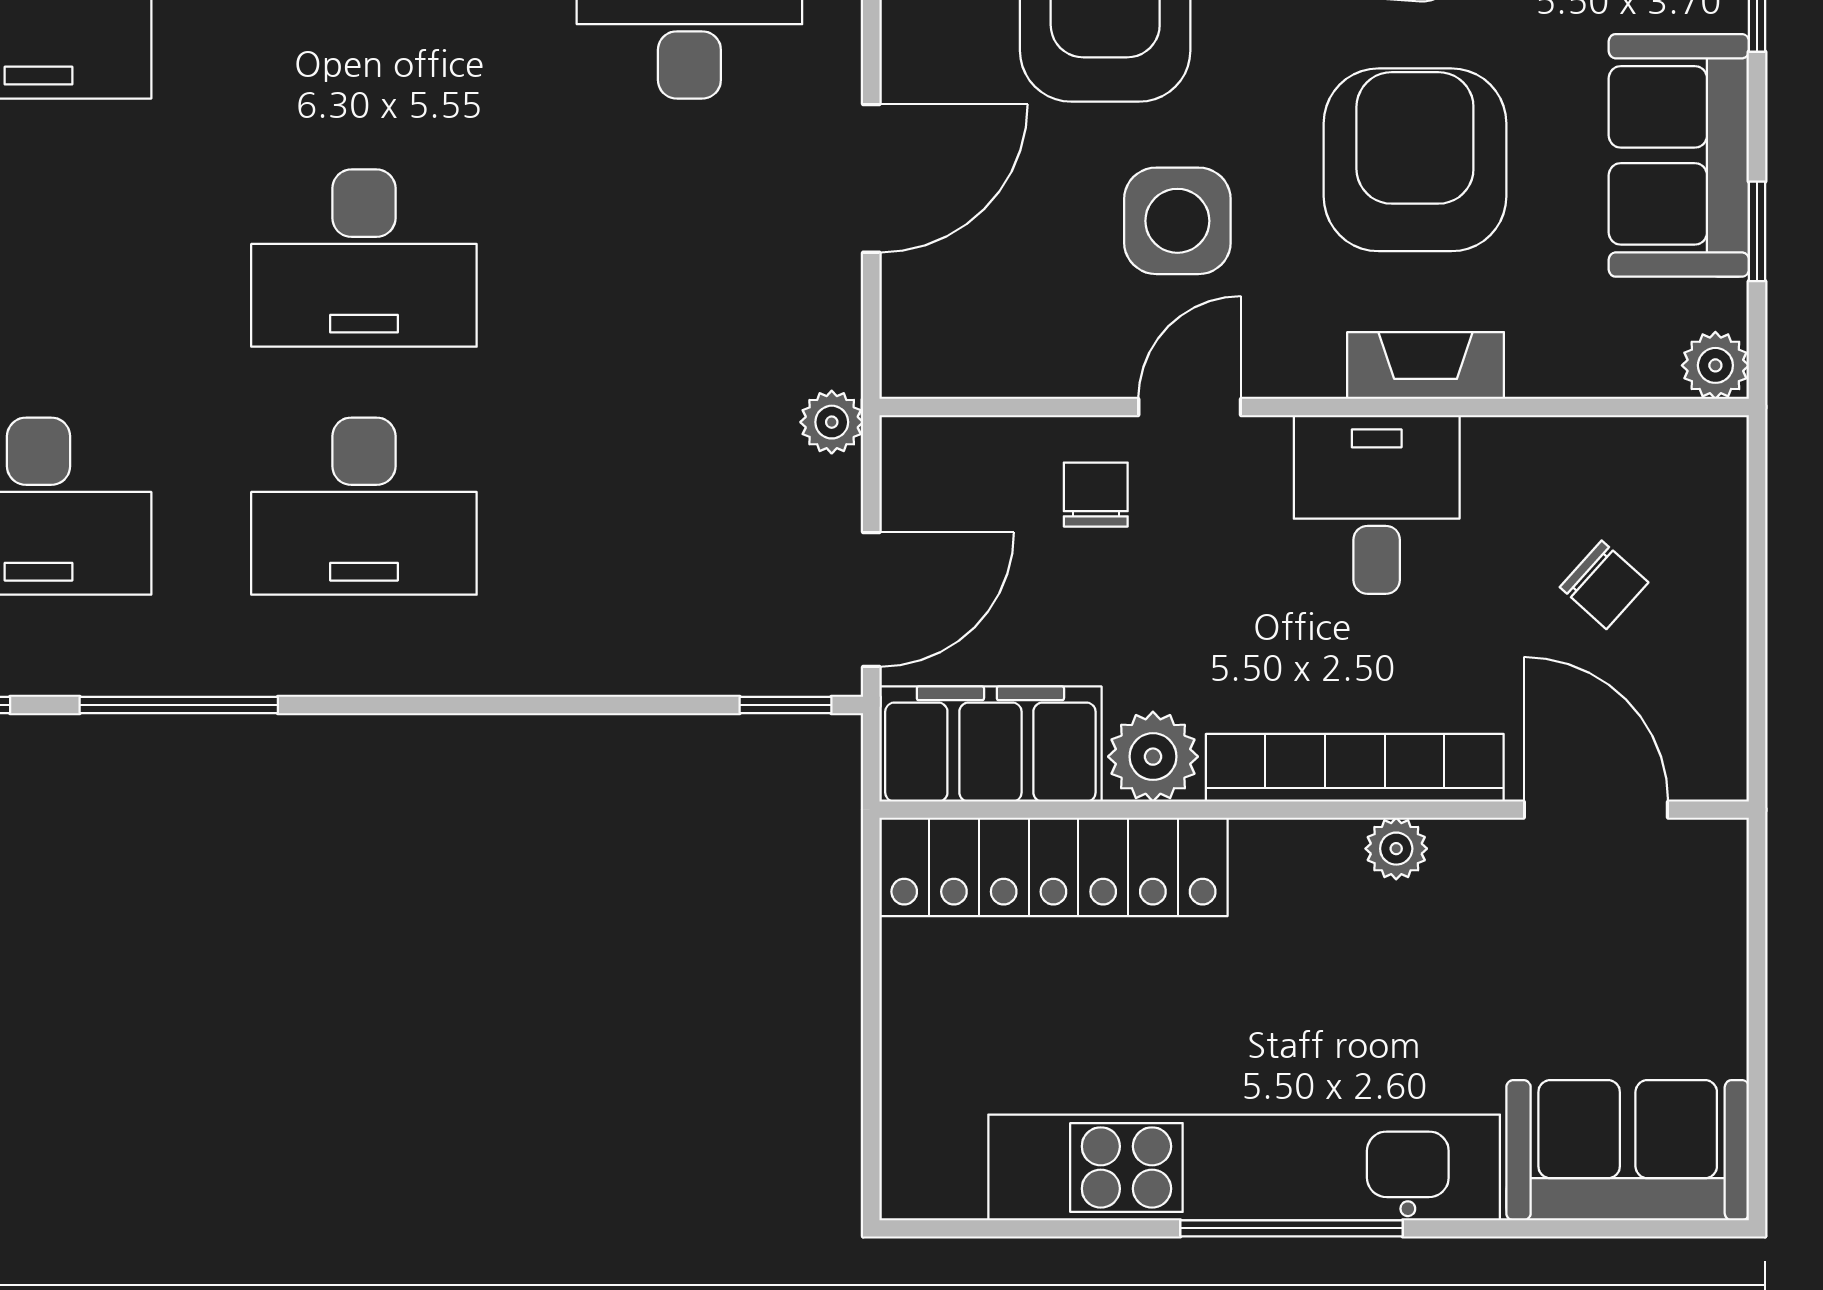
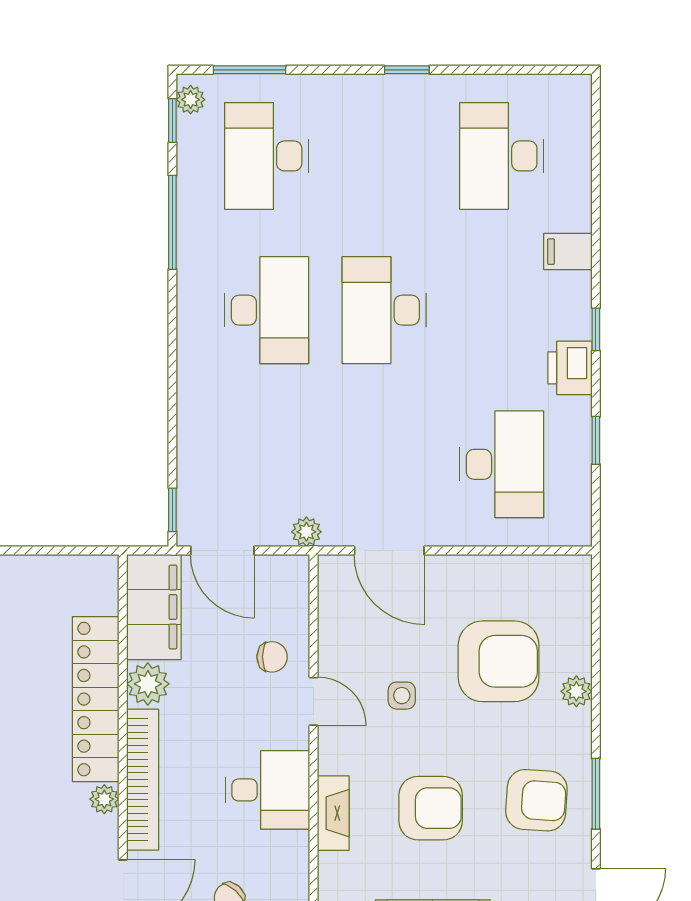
armchair: (1415, 160) -> (431, 808), width x0.73, depth x0.73
door: (871, 178) -> (389, 551), moved
side table: (1177, 221) -> (402, 696), width x0.54, depth x0.54
desk: (364, 506) -> (267, 310), turned 180
locker: (1053, 867) -> (96, 699), moved

